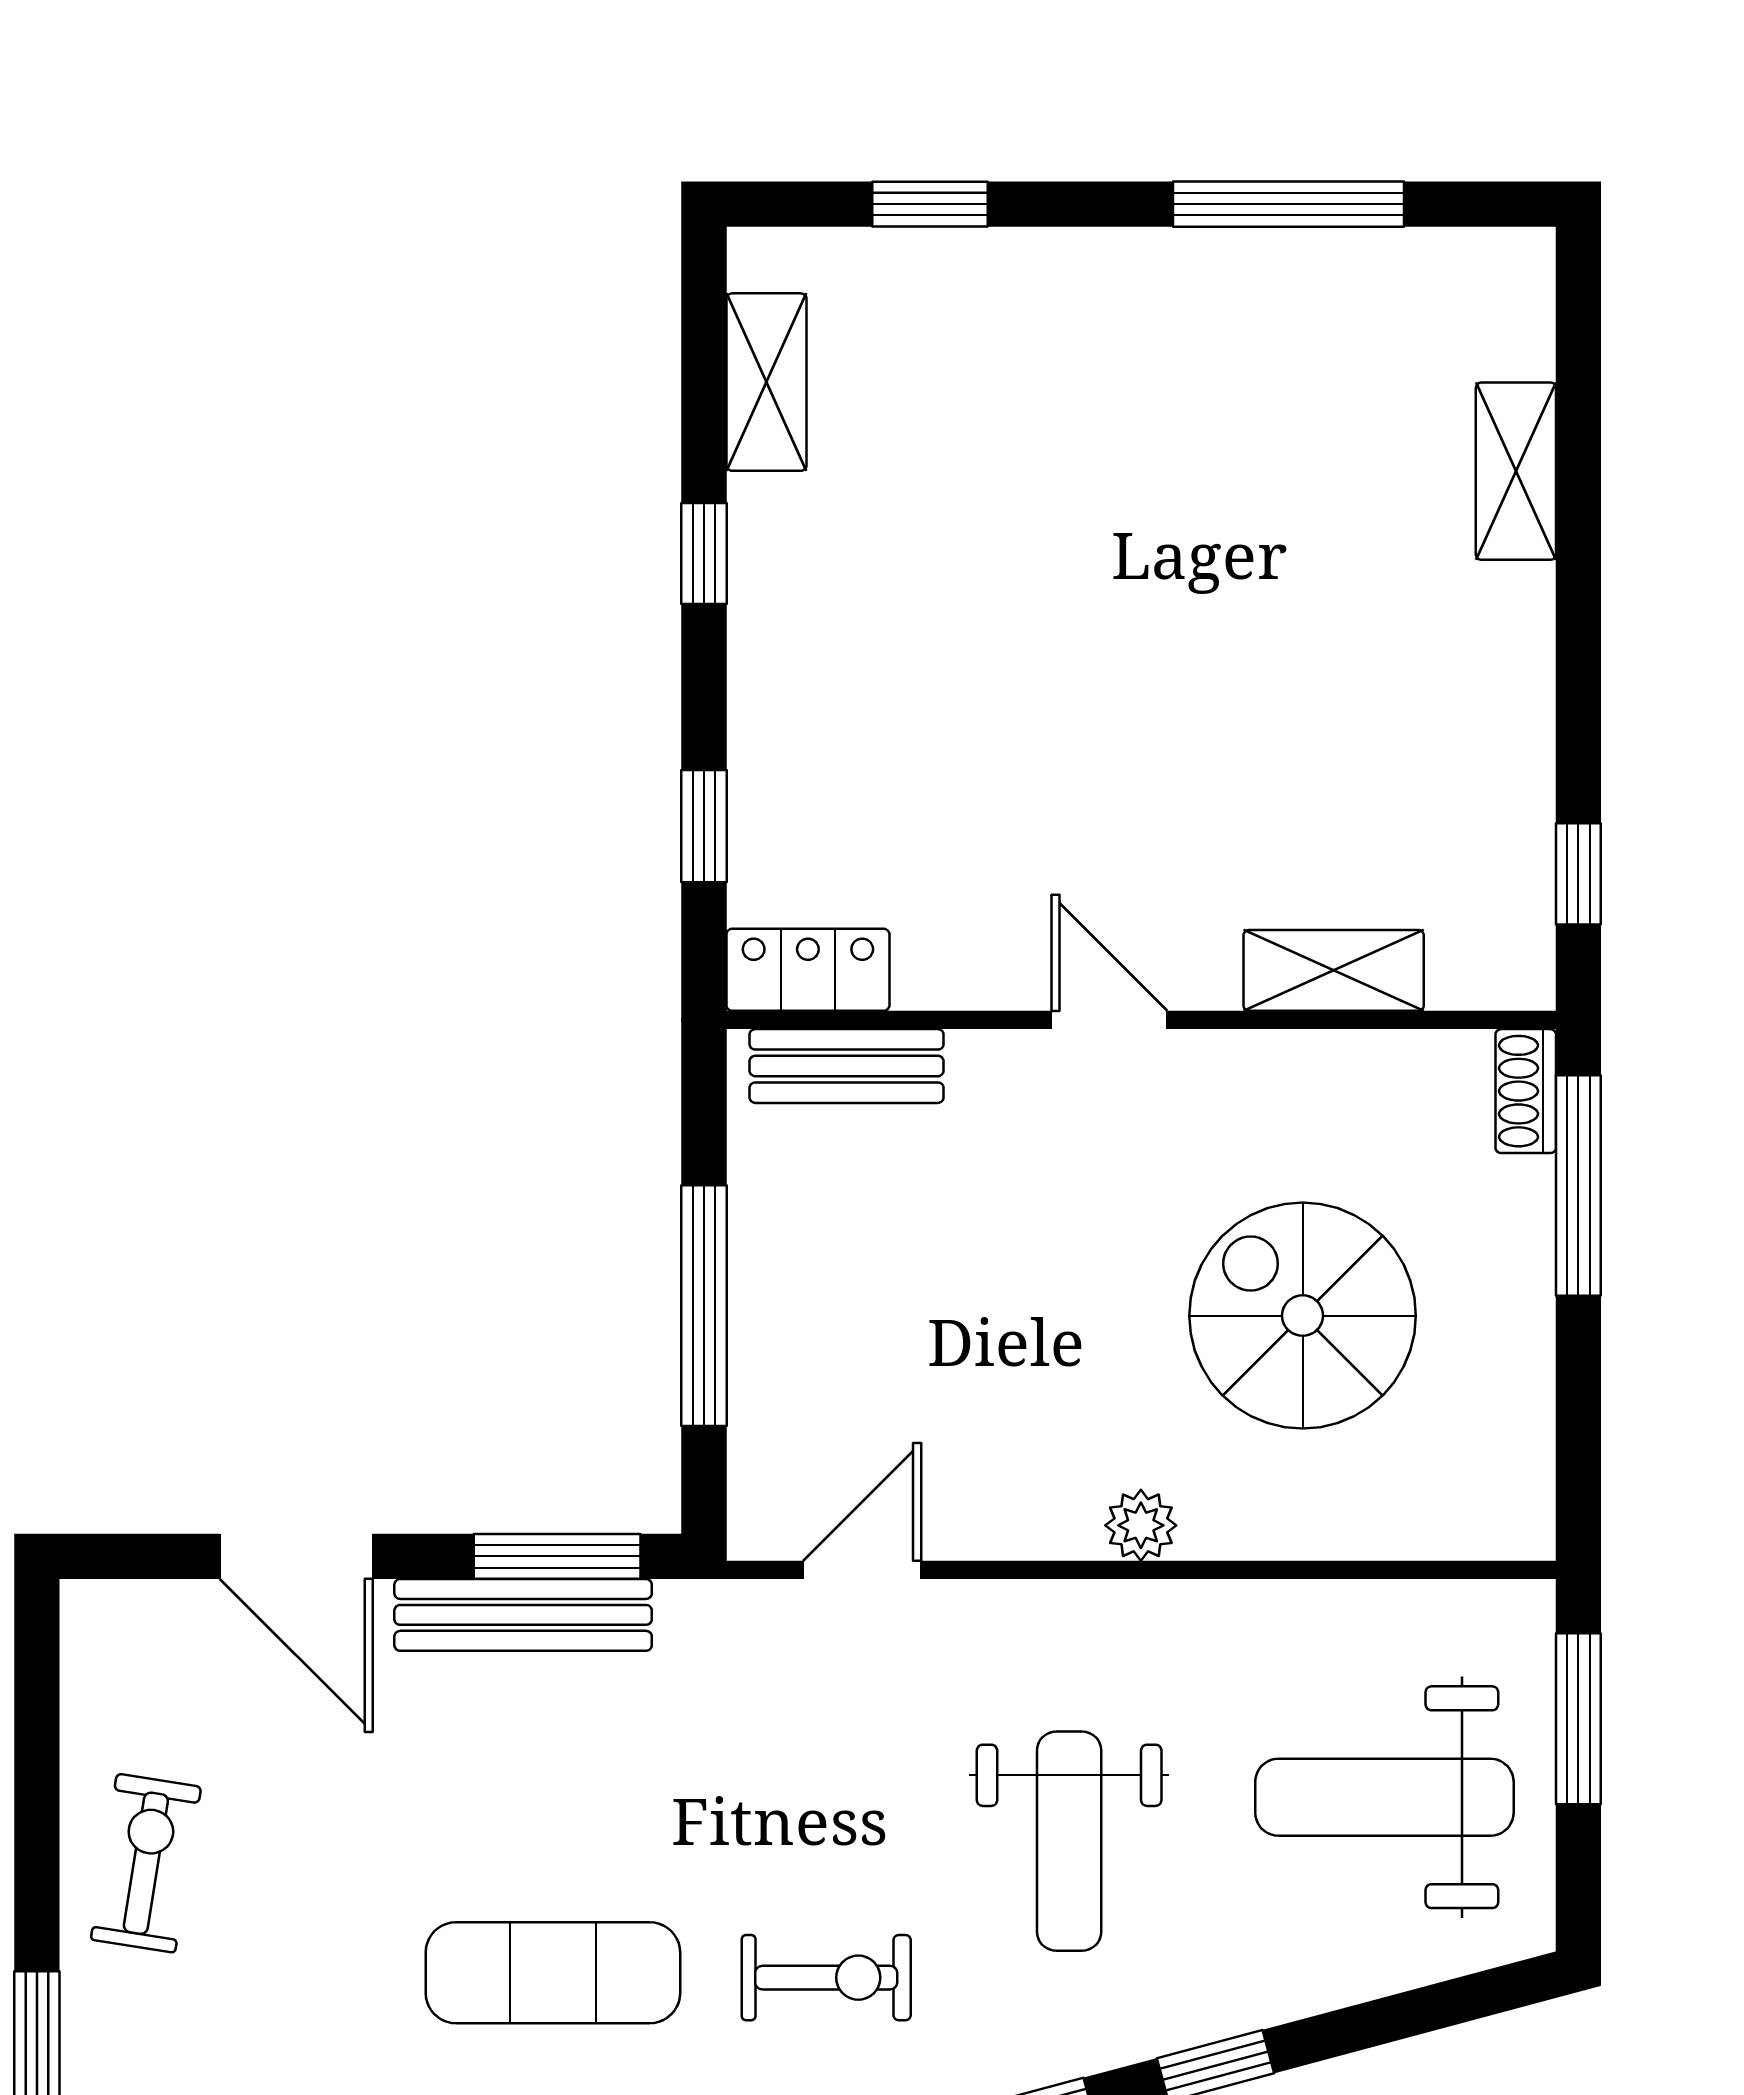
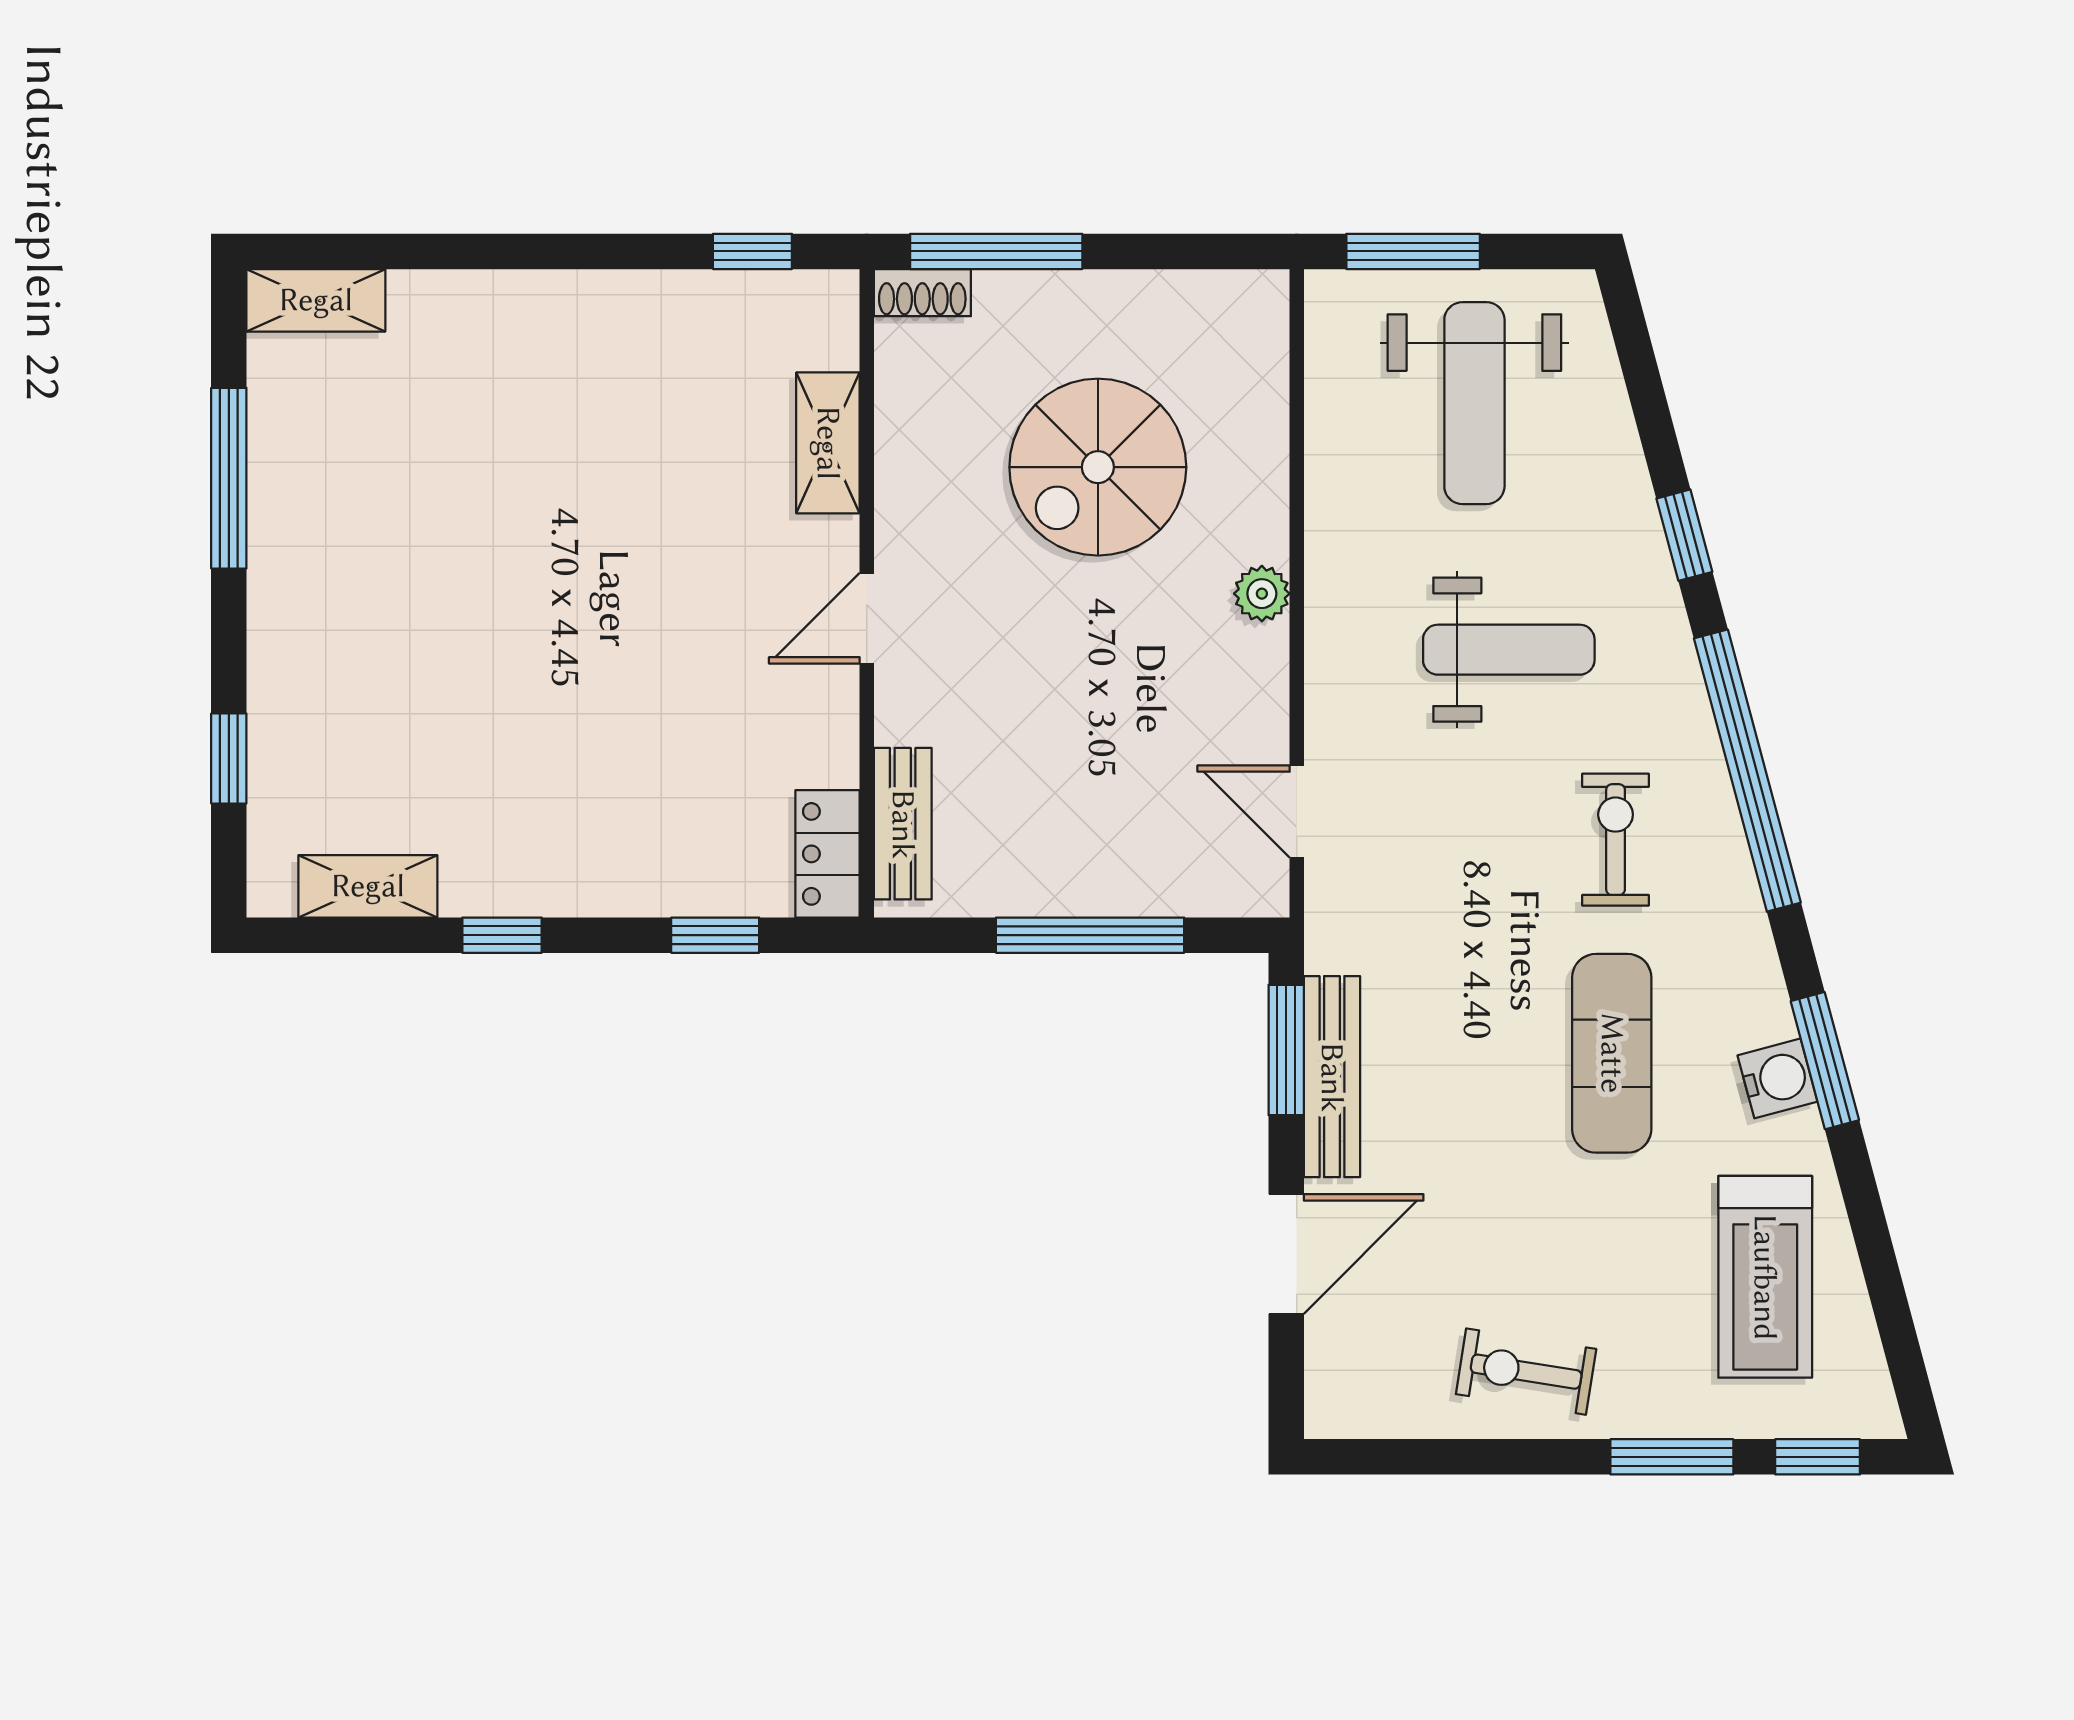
shelving: (1516, 471) -> (316, 300), moved

